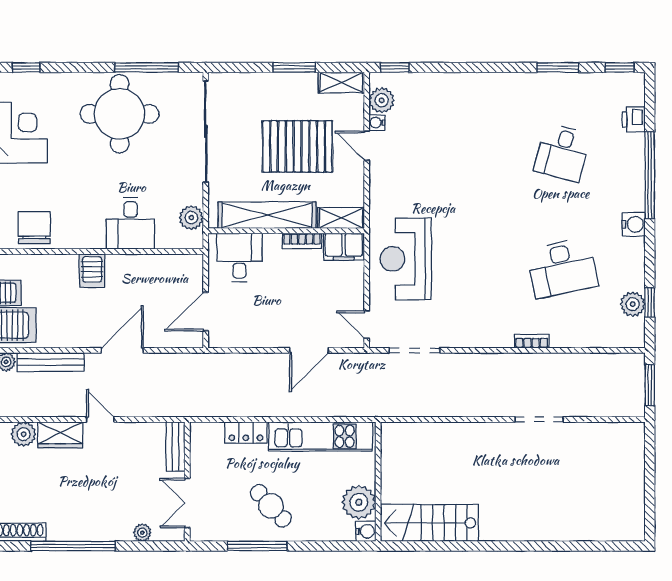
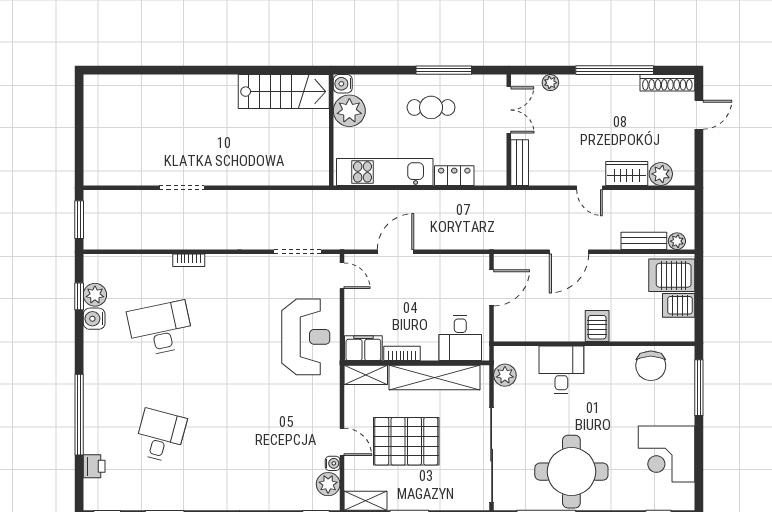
water cooler: (634, 224) -> (94, 319), moved
bench: (51, 362) -> (644, 241), width x0.73
cafe table: (271, 506) -> (431, 107), turned -47

